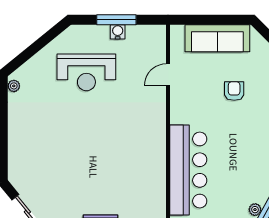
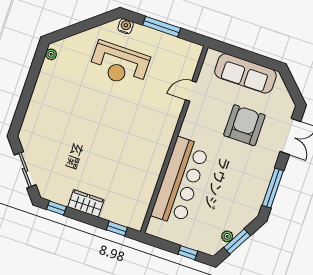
water cooler: (118, 32) -> (126, 26), moved
armchair: (234, 91) -> (244, 125), width x1.88, depth x1.88

